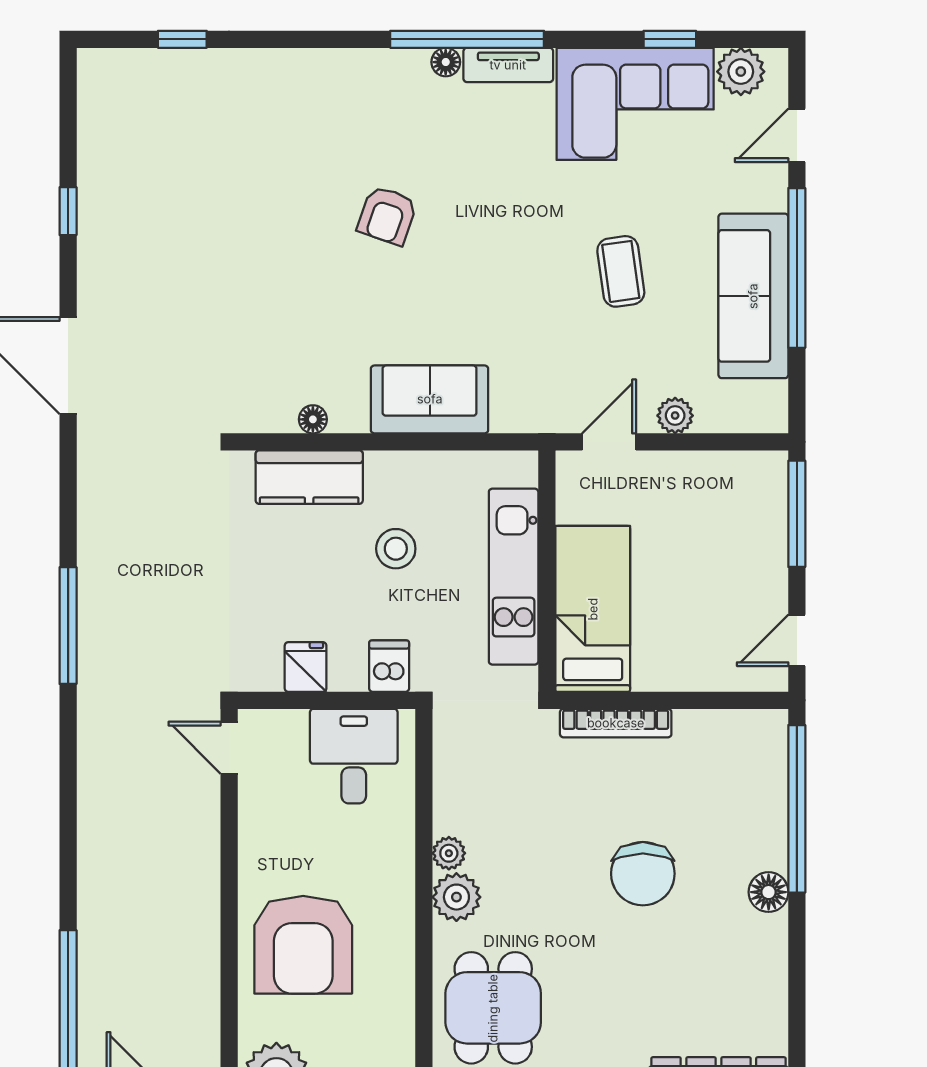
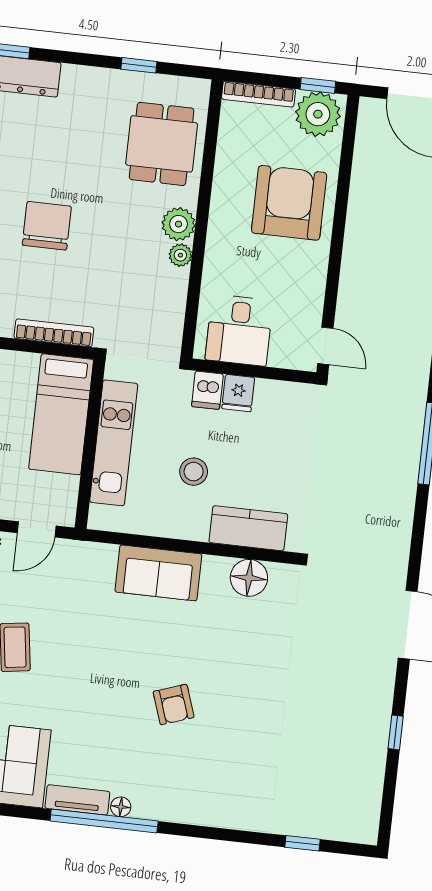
armchair: (387, 215) -> (174, 704), turned 142
floor lamp: (313, 419) -> (249, 578), width x1.89, depth x1.89
fridge: (306, 667) -> (238, 393), moved

